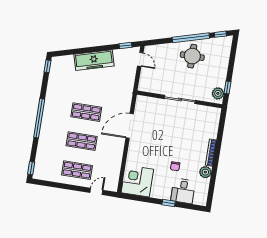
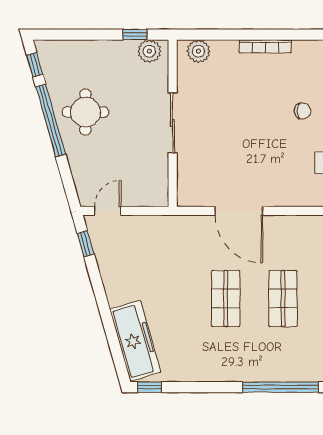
freezer: (94, 60) -> (135, 341), moved
window: (39, 118) -> (280, 387), moved
plant: (205, 172) -> (198, 51), moved

